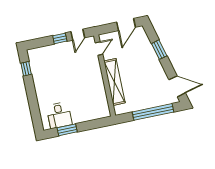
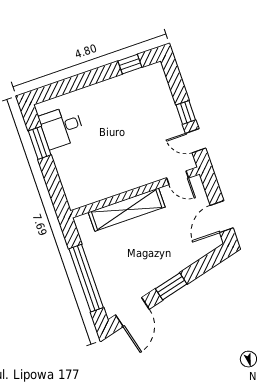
door: (126, 25) -> (222, 217), hinge flipped
window: (159, 50) -> (171, 286), moved

